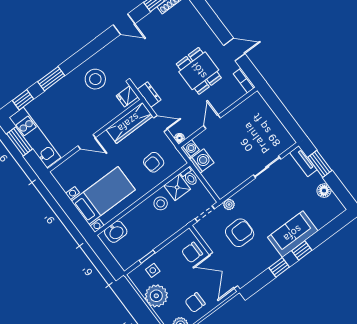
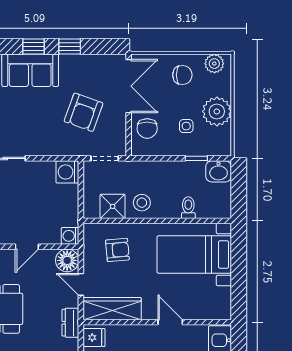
floor lamp: (179, 138) -> (67, 260), width x1.89, depth x1.89
washing machine: (202, 161) -> (67, 172), moved
toilet: (189, 177) -> (188, 208), moved
plant: (229, 205) -> (73, 149), removed
washbasin: (116, 232) -> (219, 171), moved, turned 180
armchair: (240, 233) -> (84, 112), turned -70
chair: (192, 252) -> (147, 128), turned 90
side table: (153, 270) -> (186, 126), moved

